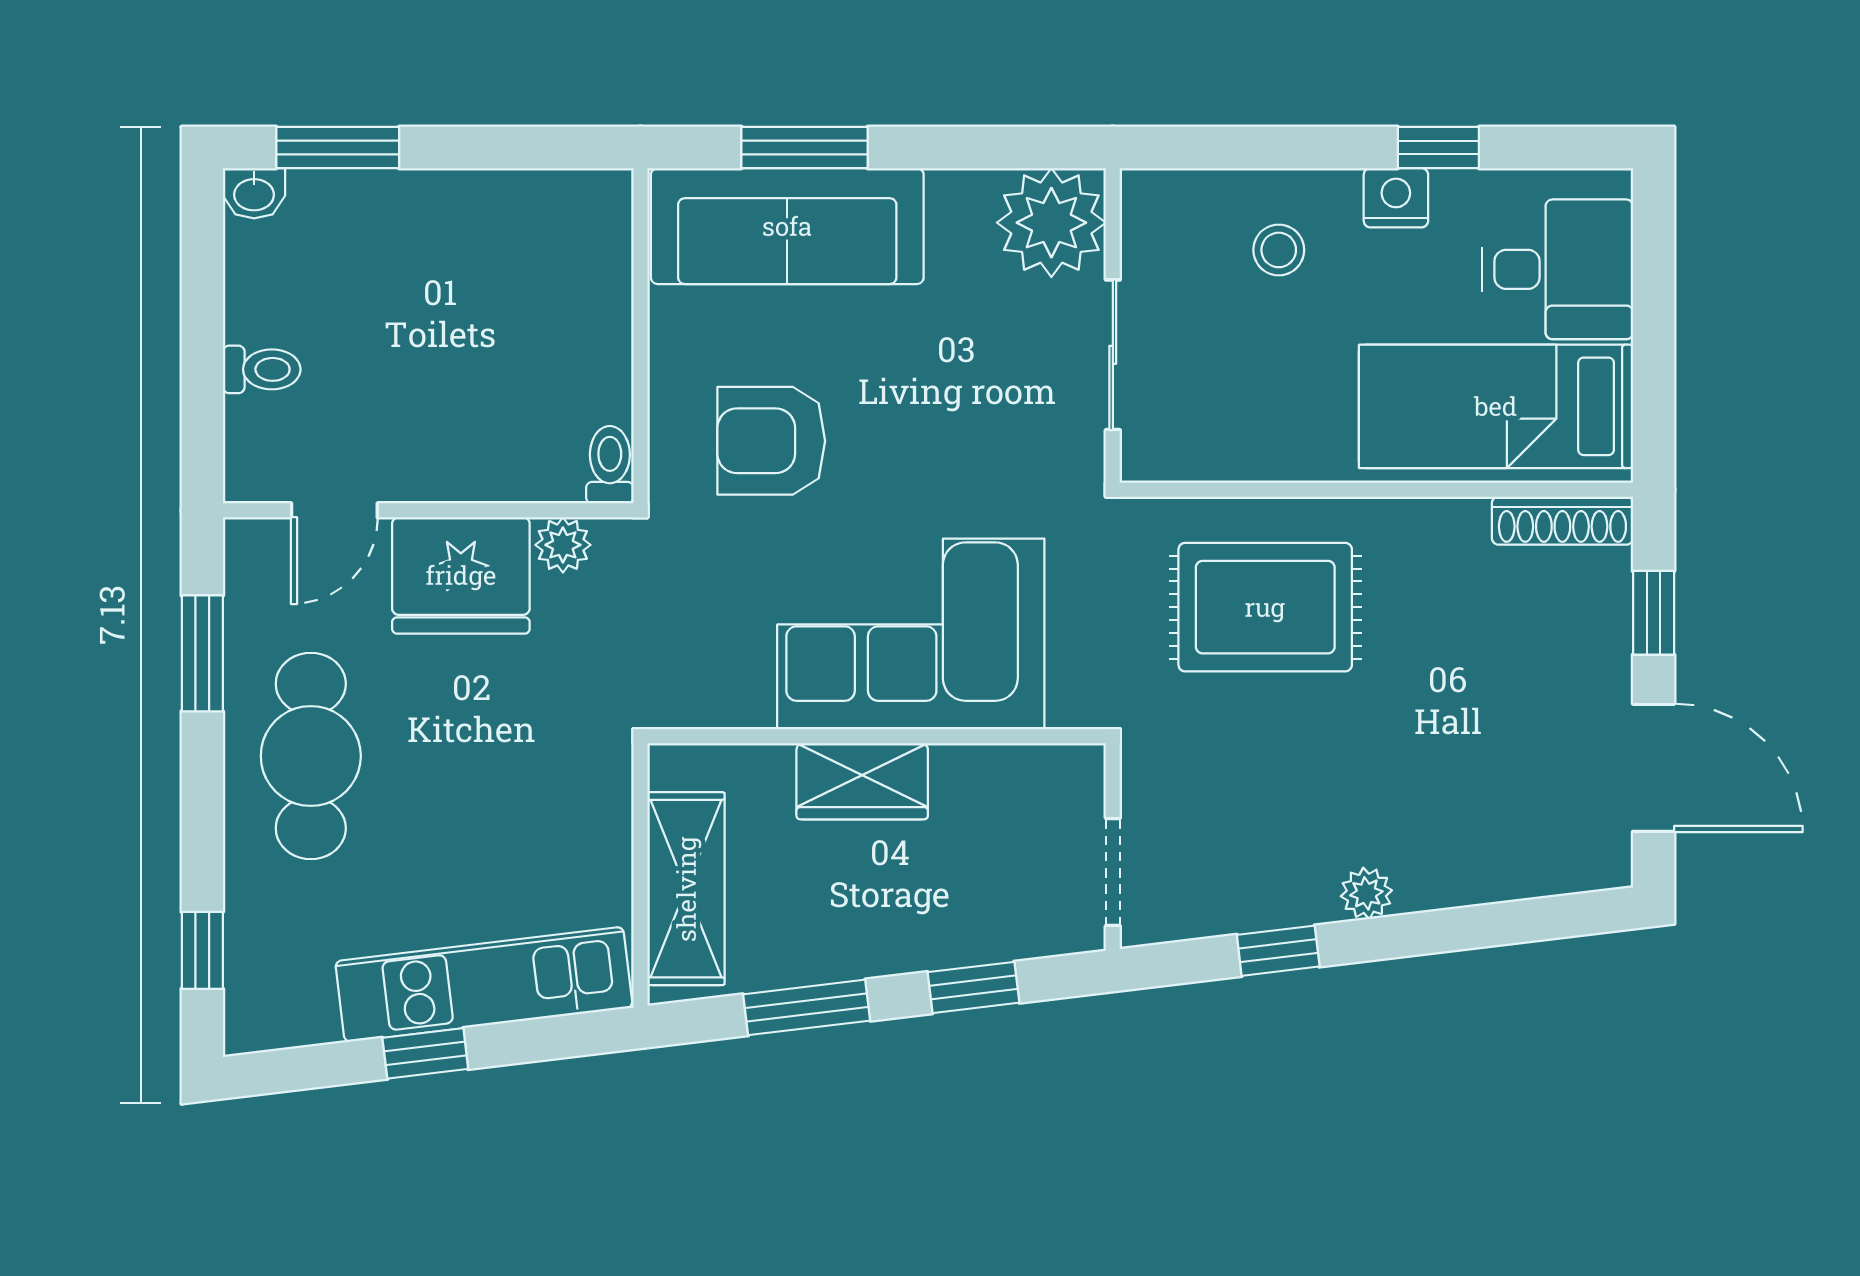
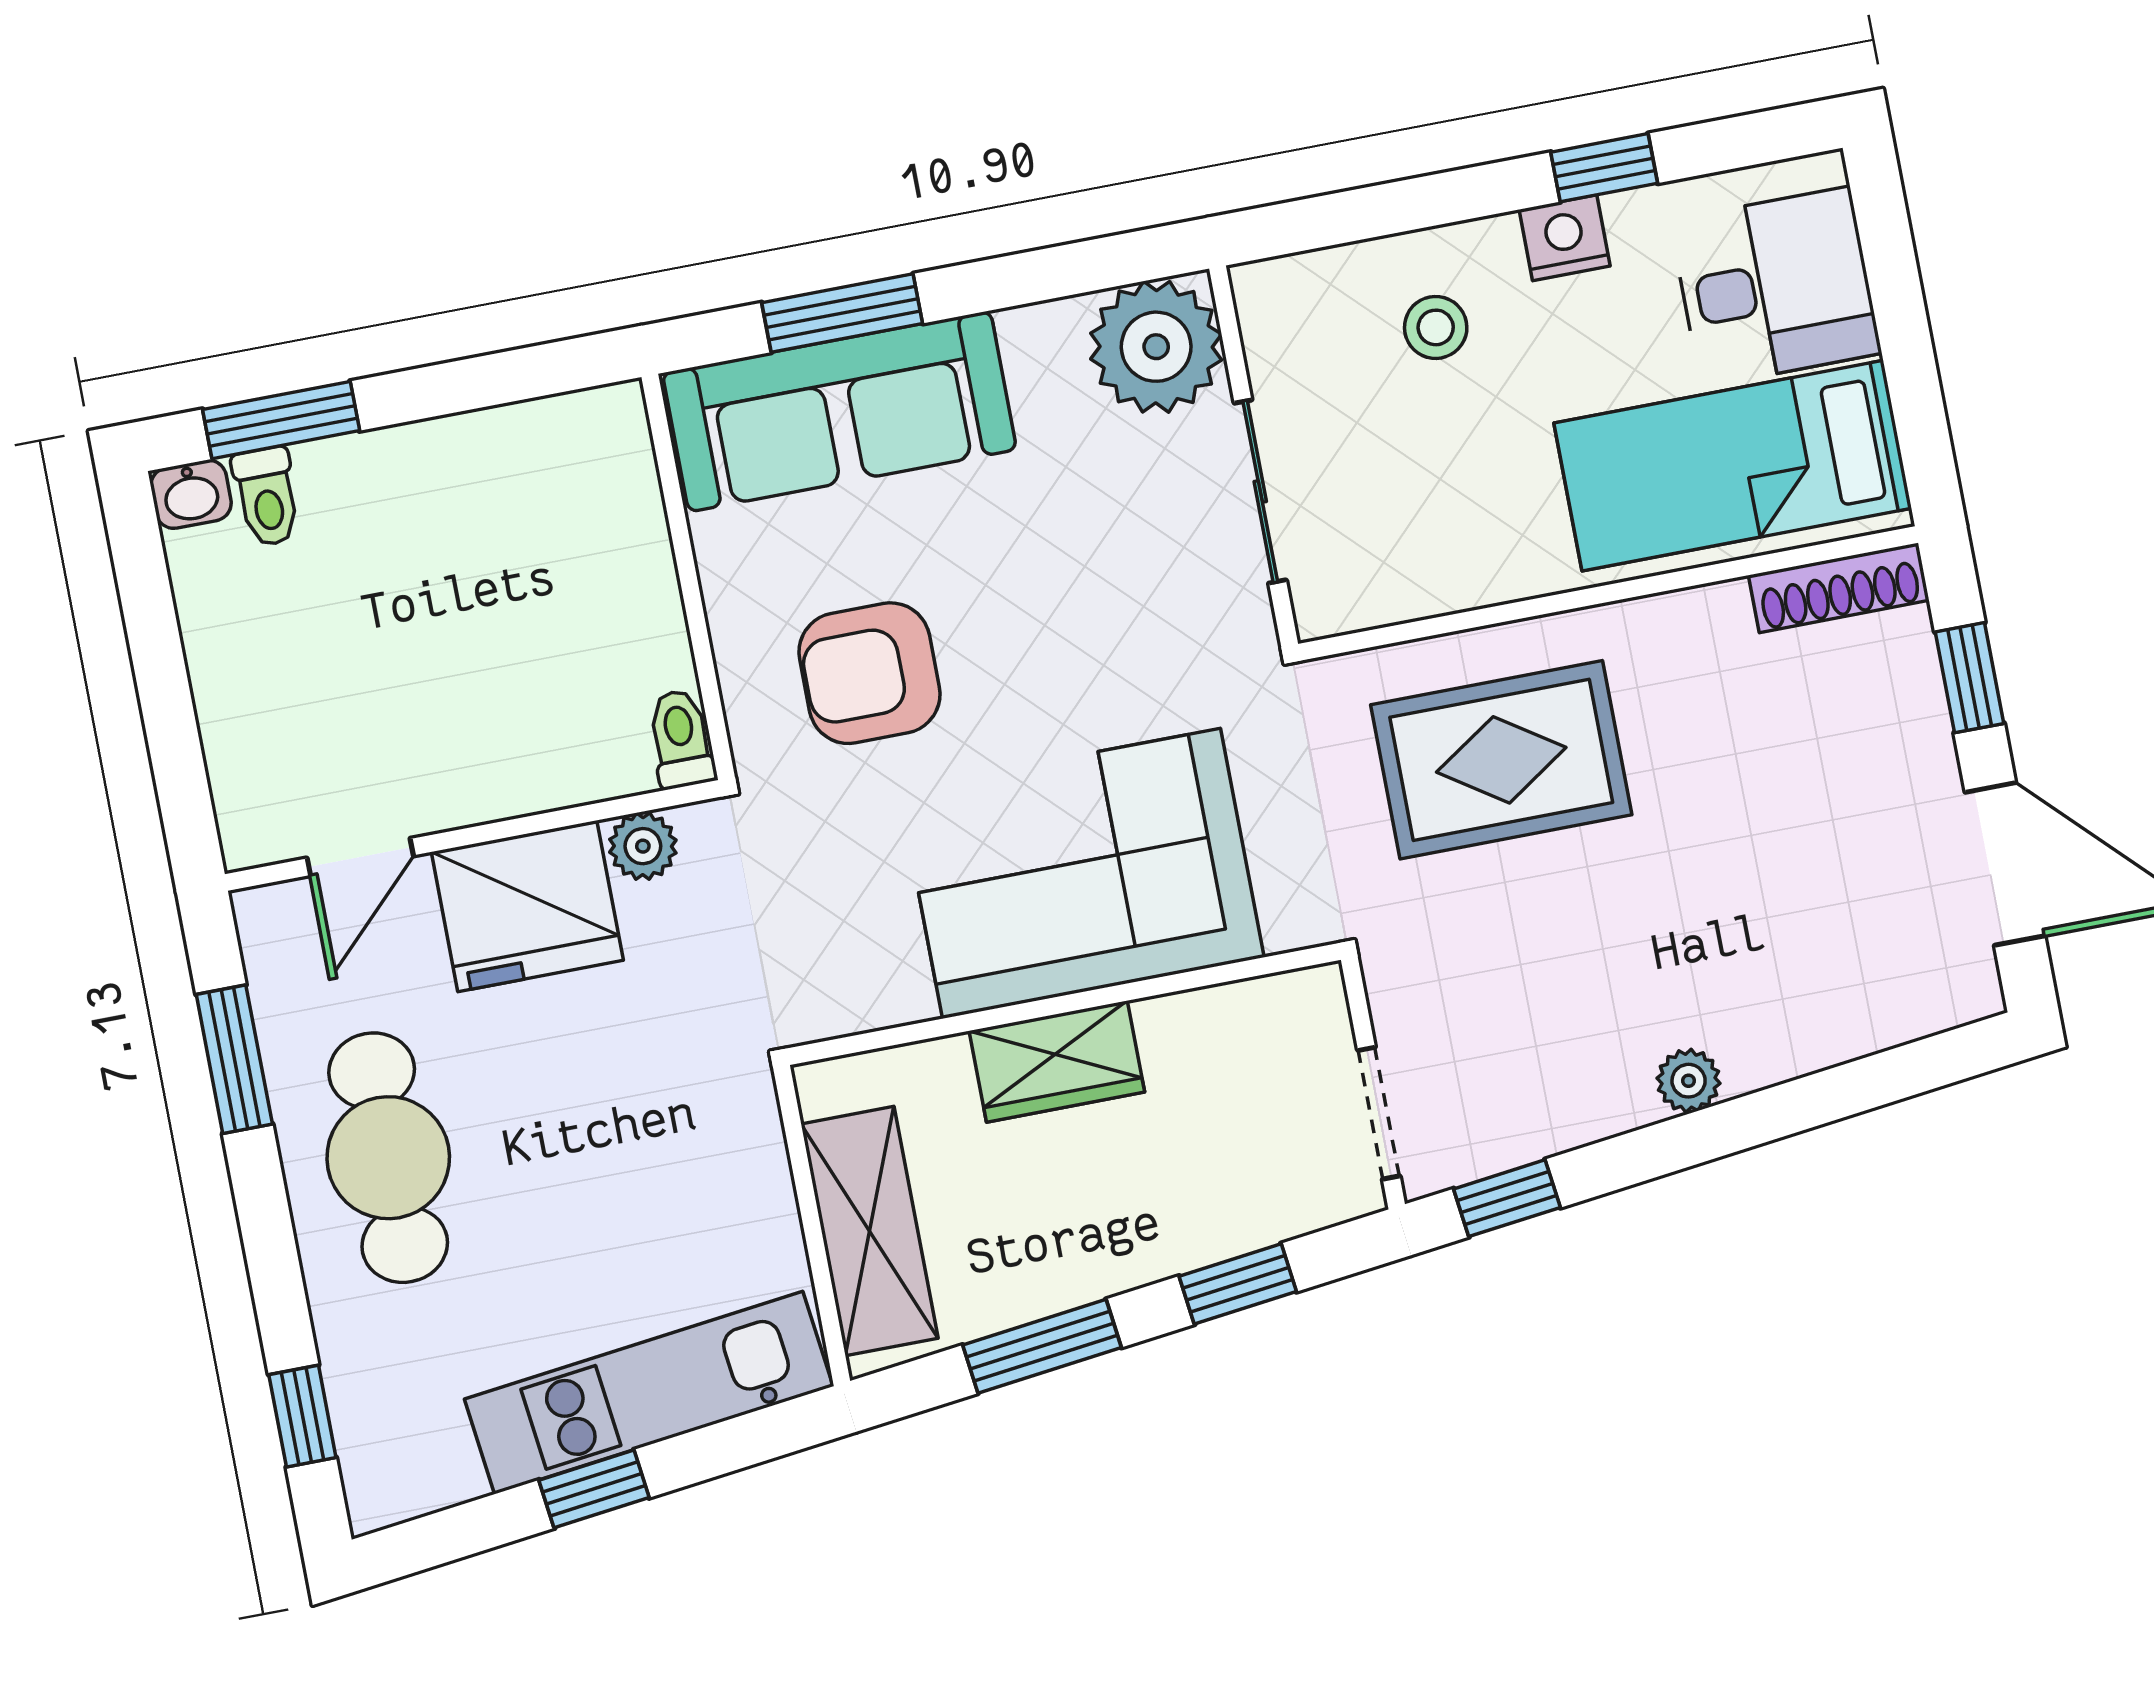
toilet: (262, 369) -> (267, 497), moved, turned 90
window: (1278, 951) -> (1507, 1198), moved

